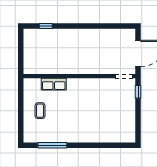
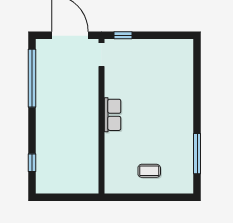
window: (107, 26) -> (32, 78), added
row of seats: (54, 84) -> (113, 115), moved

